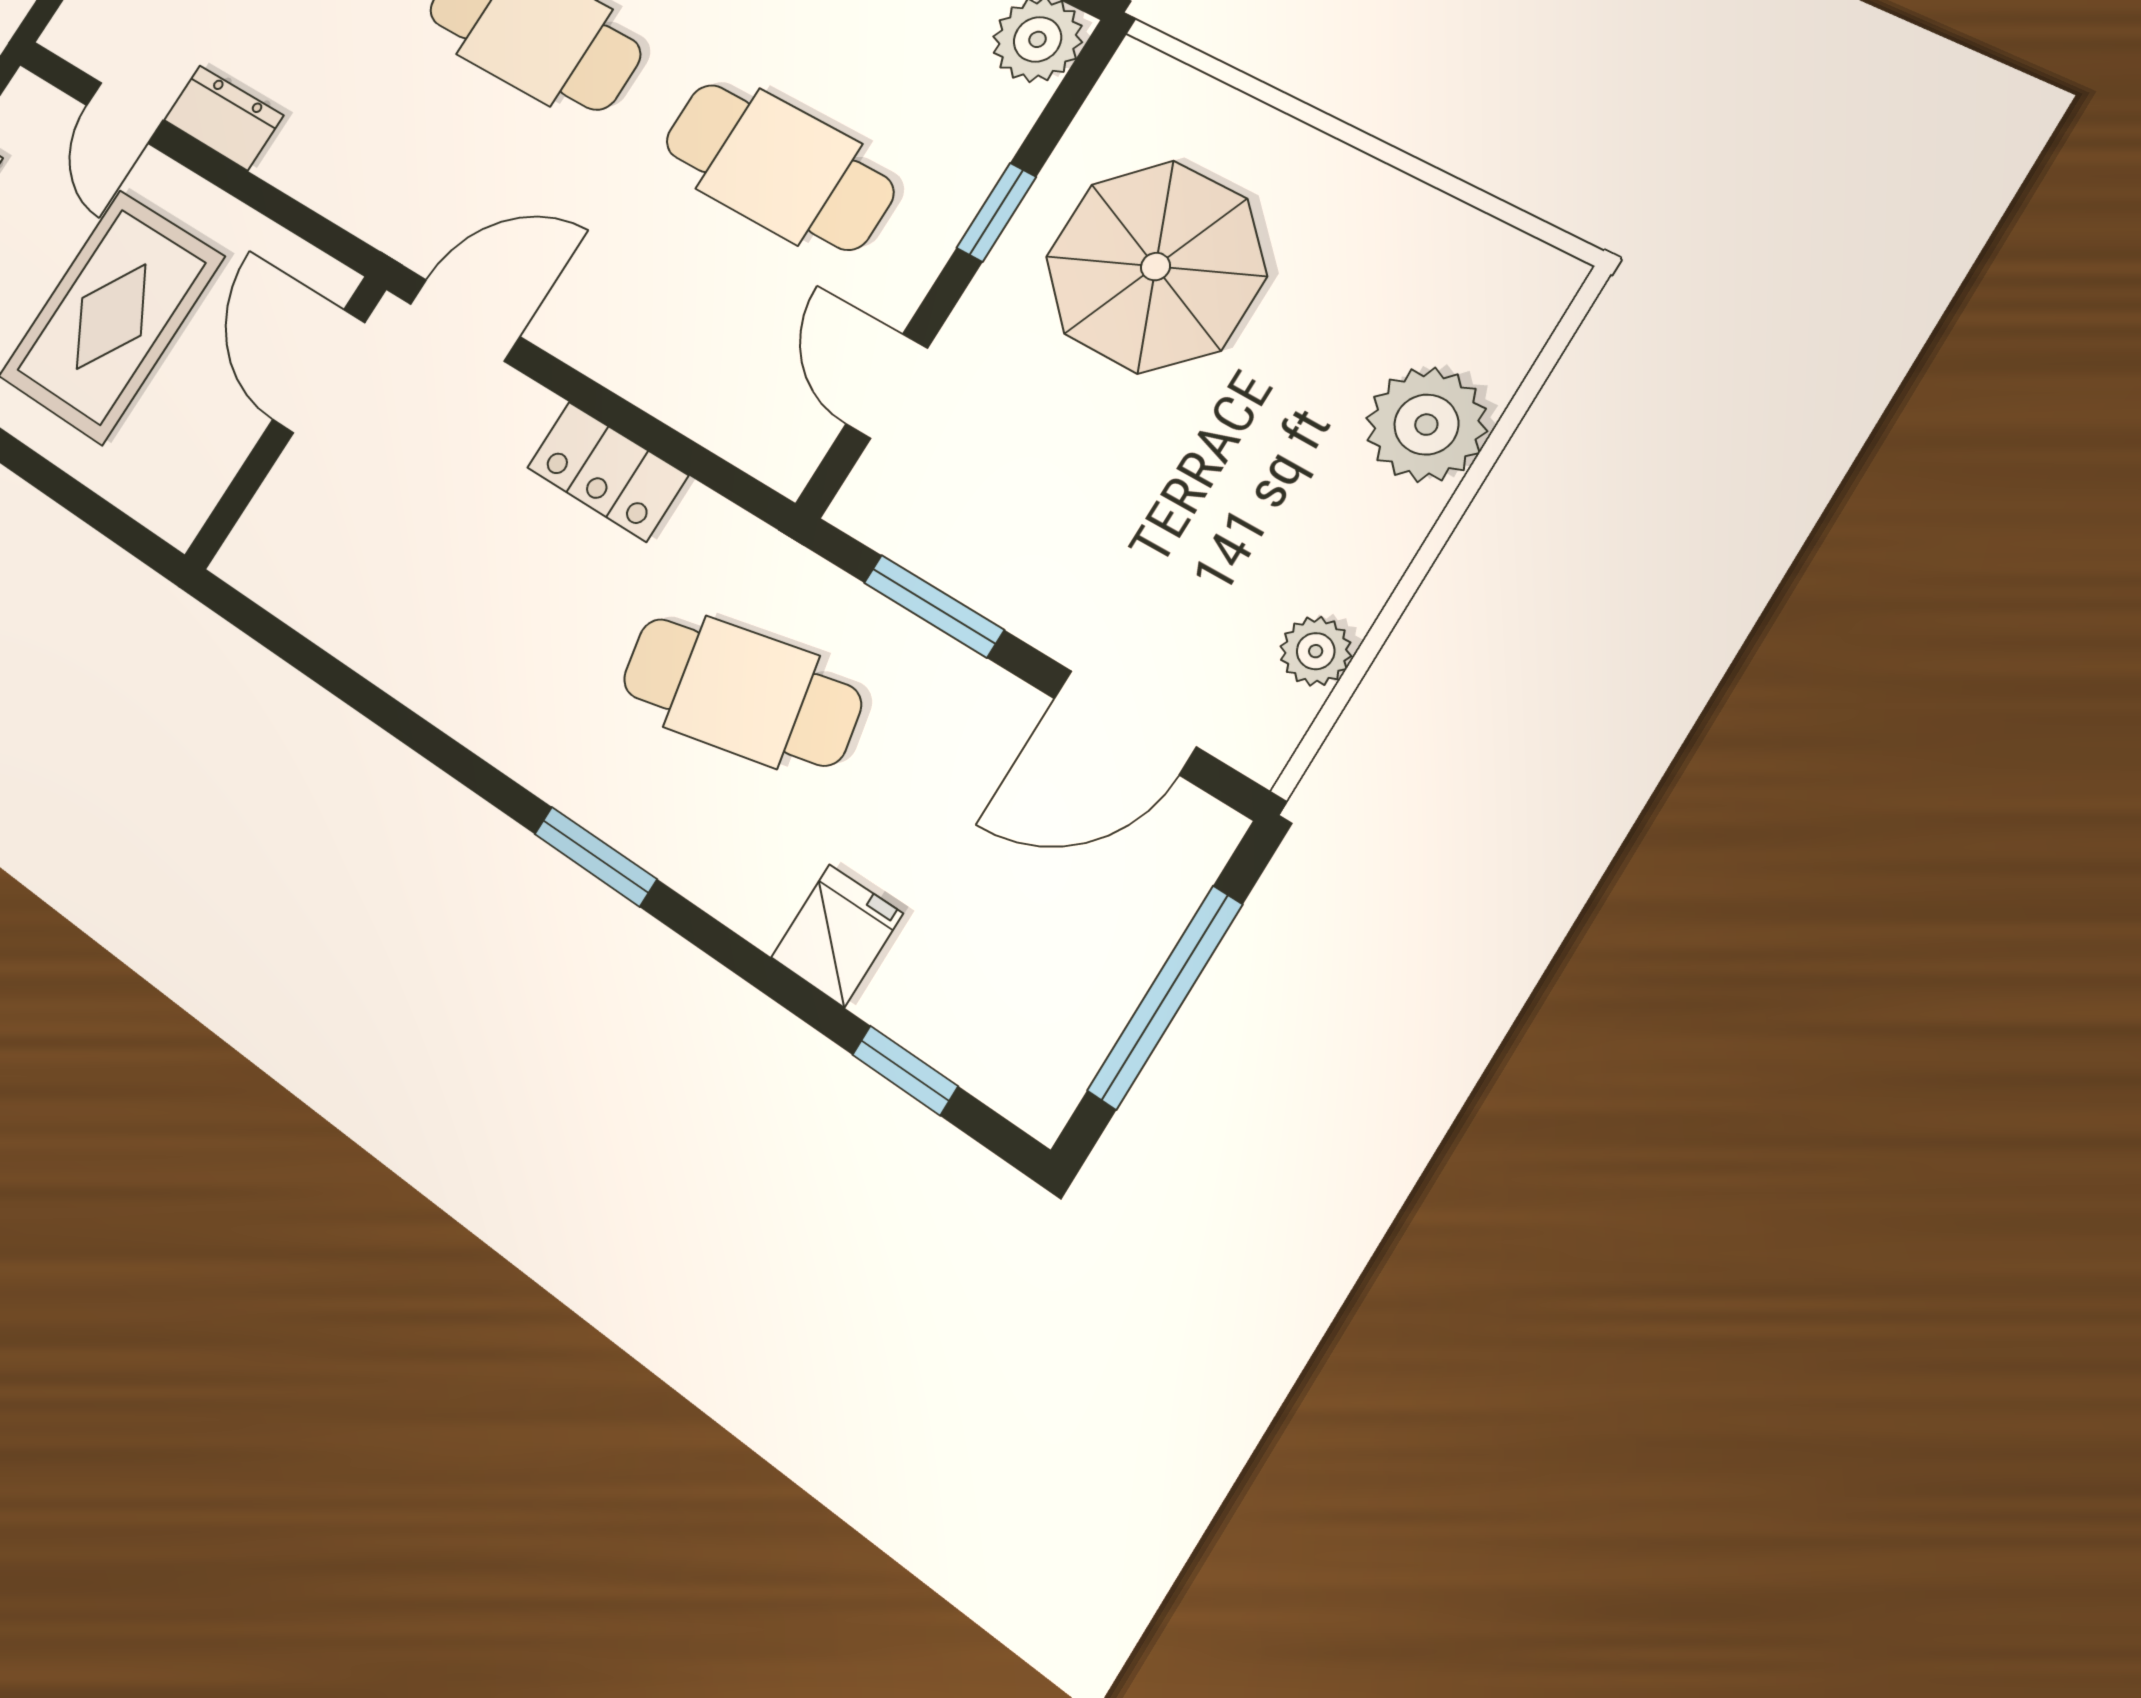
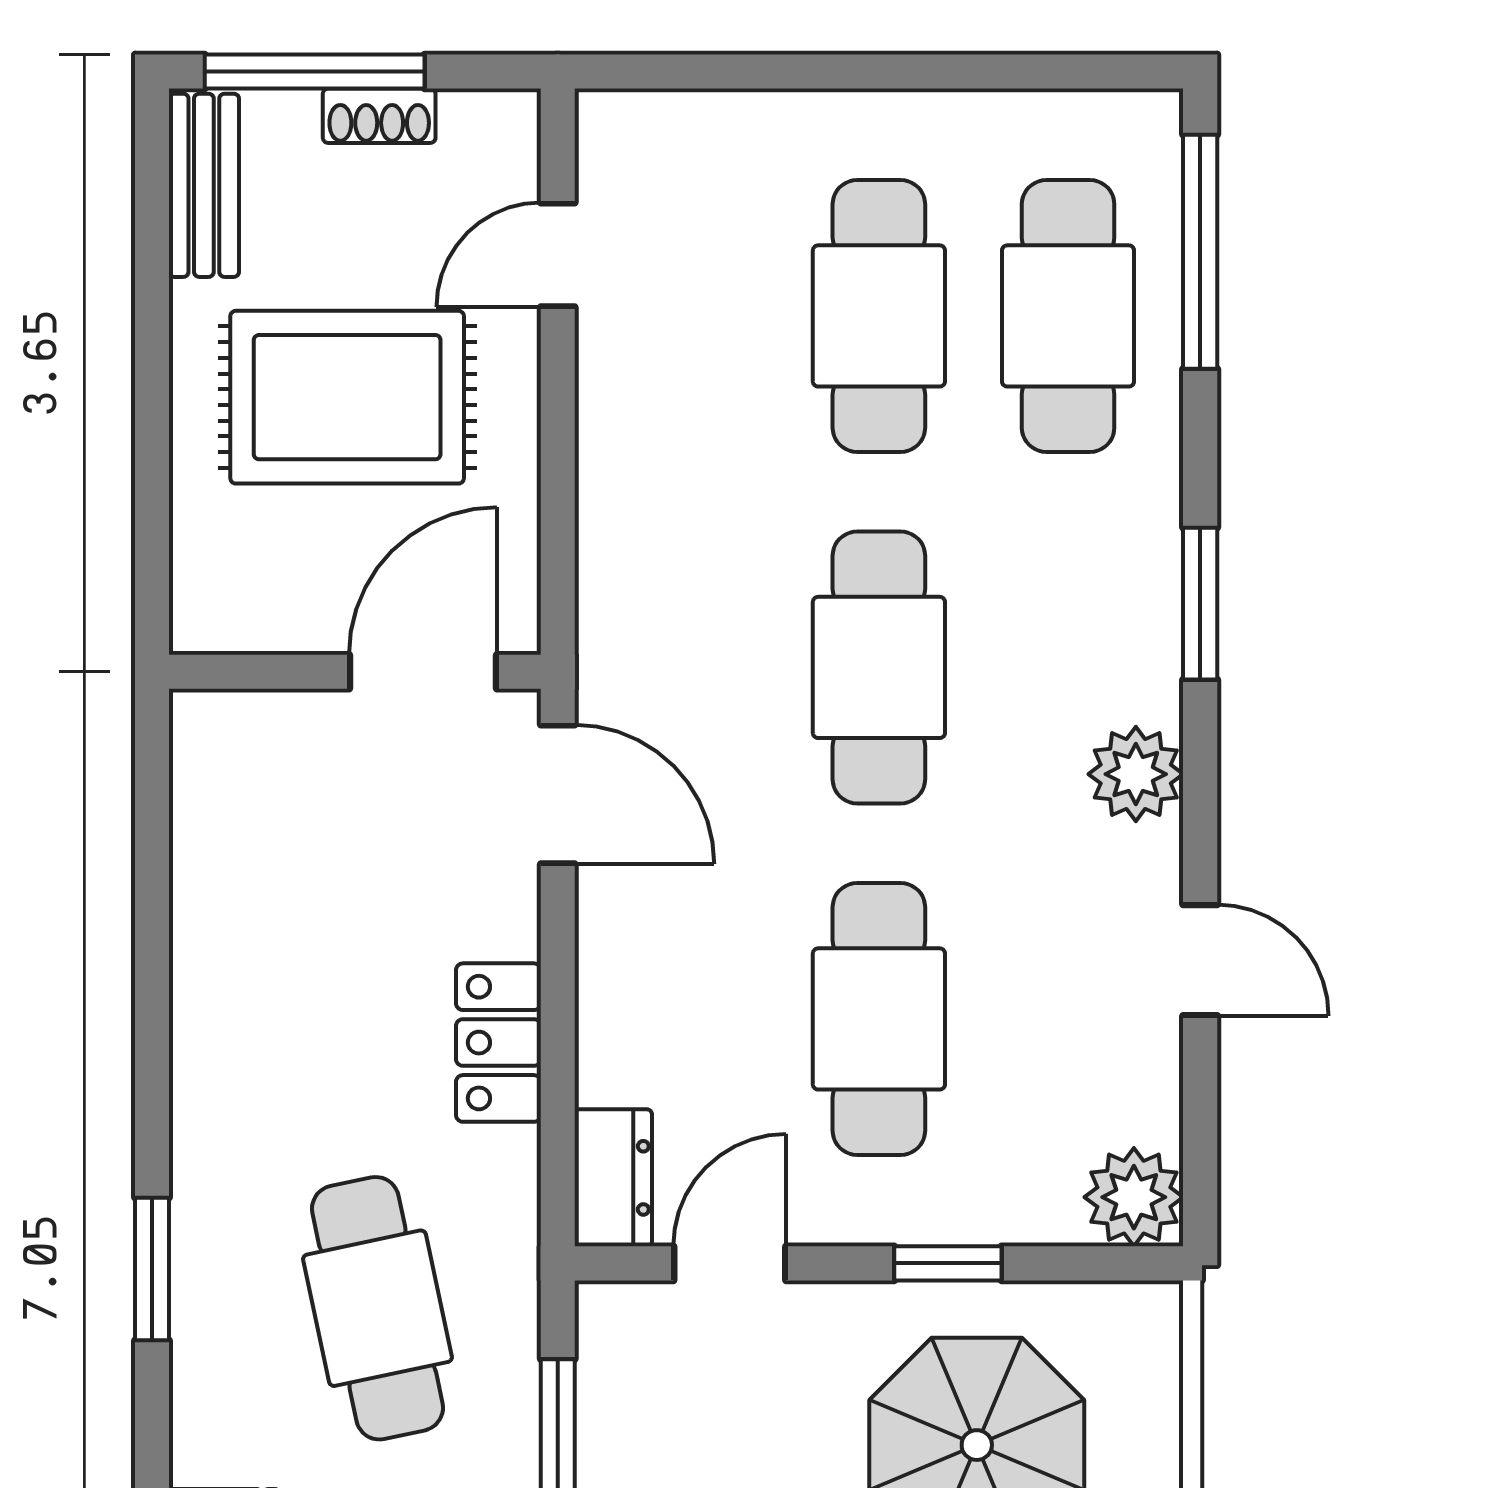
dresser: (224, 118) -> (613, 1178), moved

